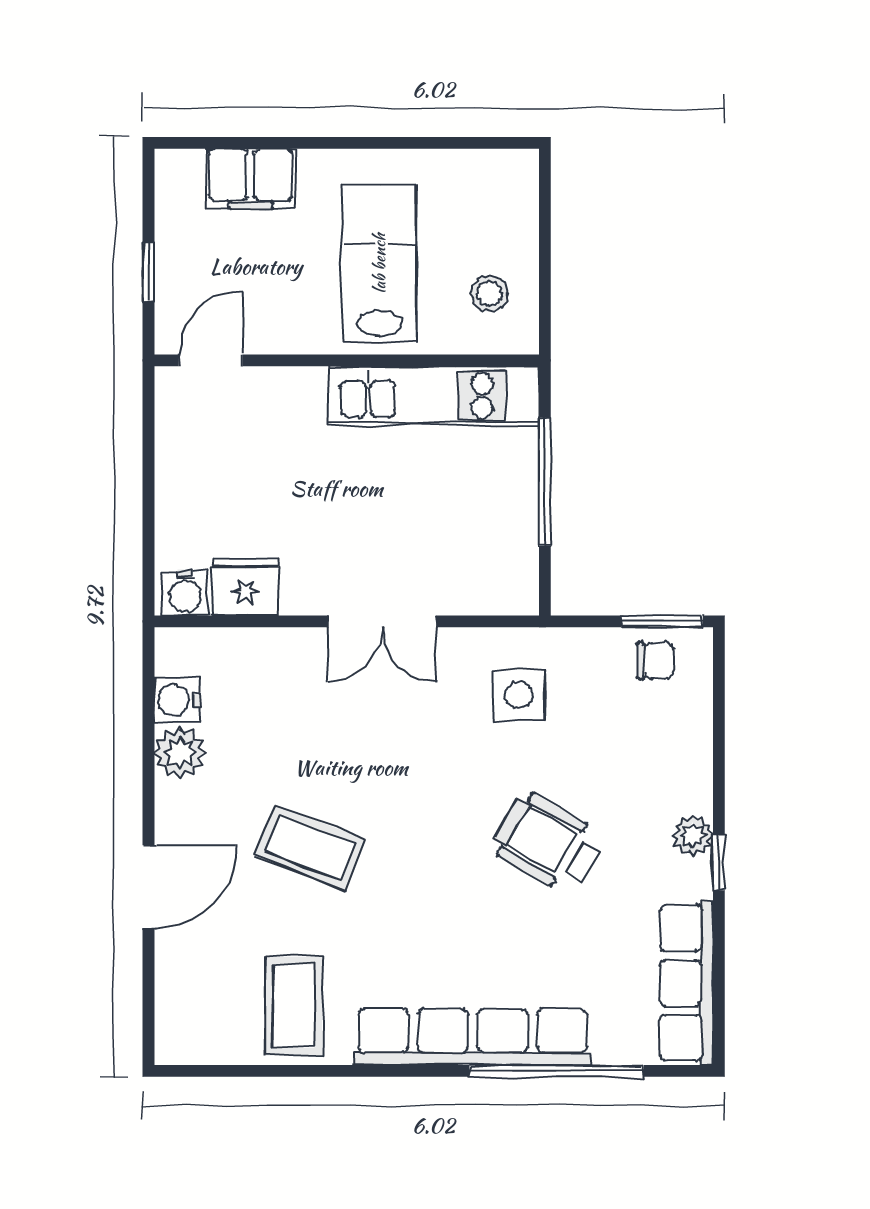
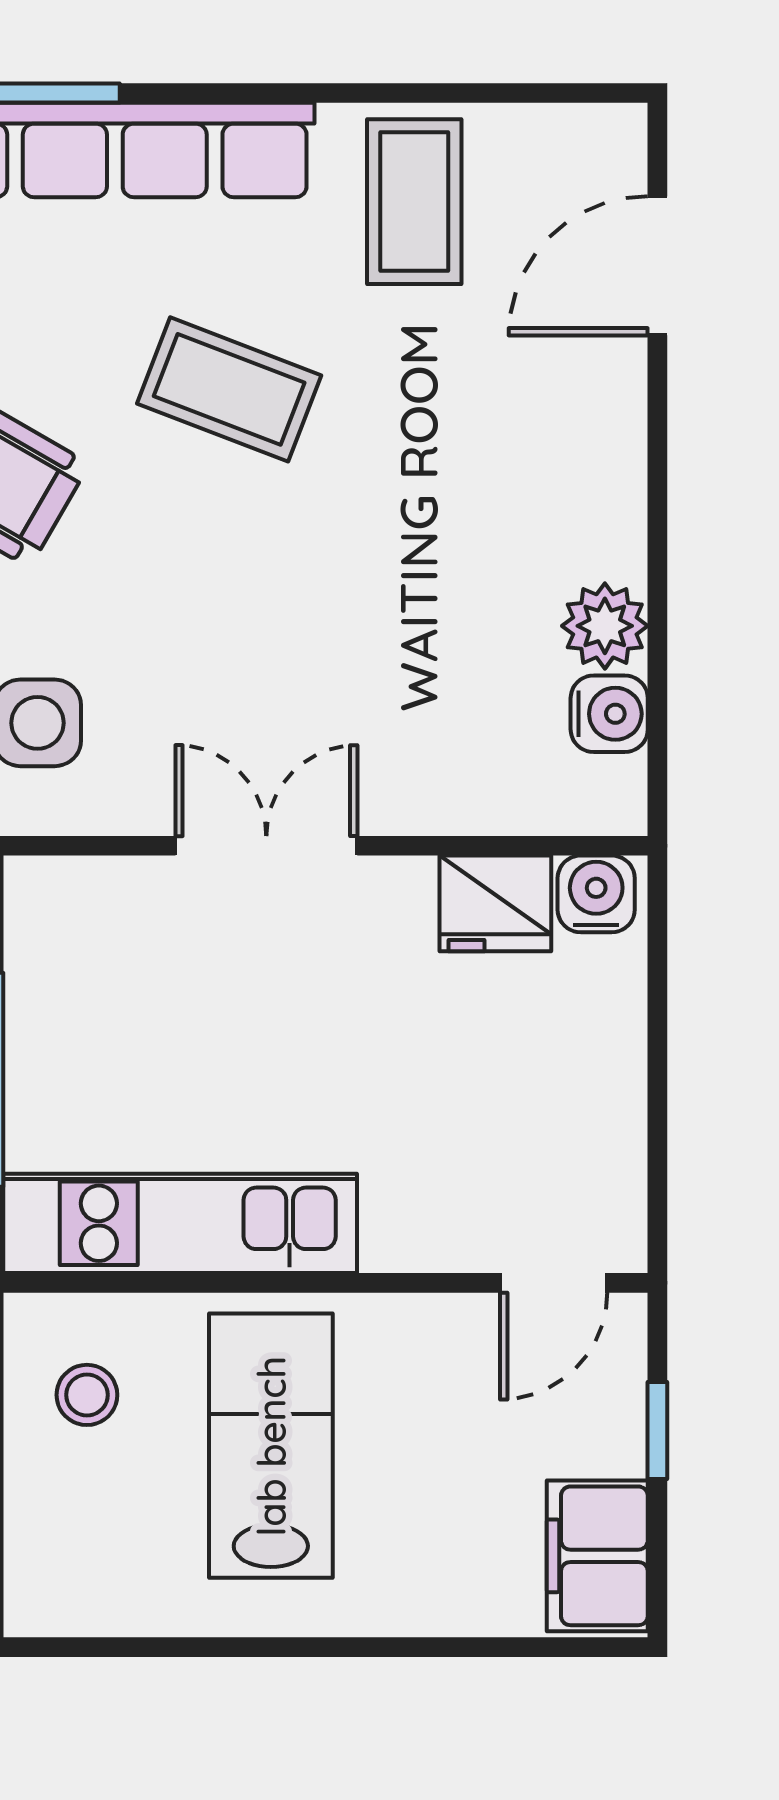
filing cabinet: (251, 179) -> (597, 1556), moved, turned -90
lab bench: (379, 263) -> (271, 1446), turned 180
coffee table: (310, 848) -> (229, 389), moved
door: (149, 887) -> (657, 266), moved

